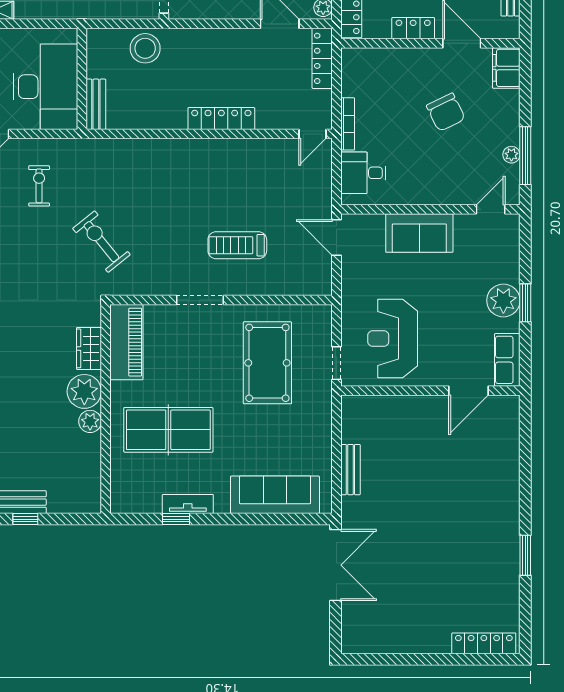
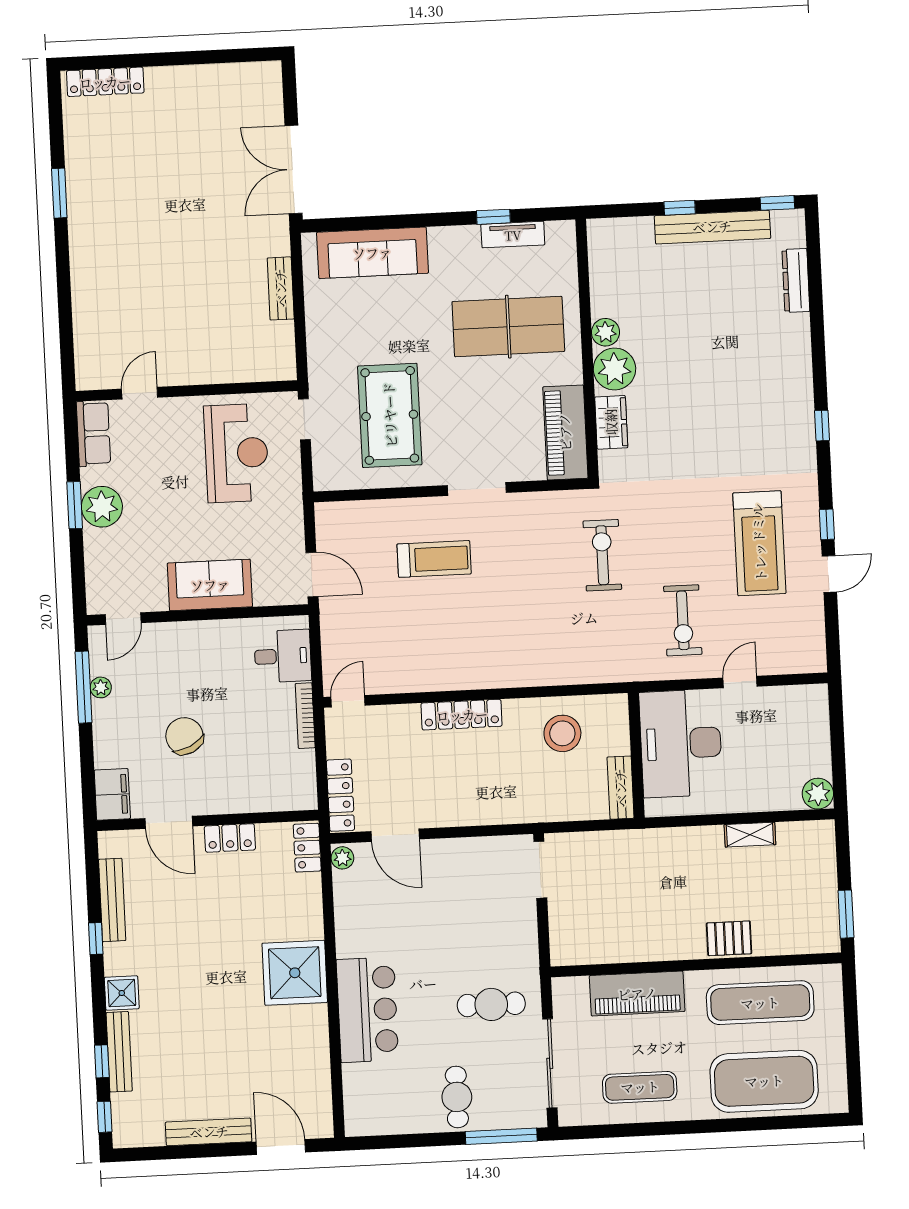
stool: (145, 48) -> (562, 733), moved
bench: (96, 104) -> (621, 788), moved
exercise bike: (39, 186) -> (683, 620), width x1.38, depth x1.39
exercise bike: (101, 242) -> (602, 555), turned -141
door: (468, 391) -> (140, 393), width x0.73
tv unit: (188, 504) -> (513, 235), moved

